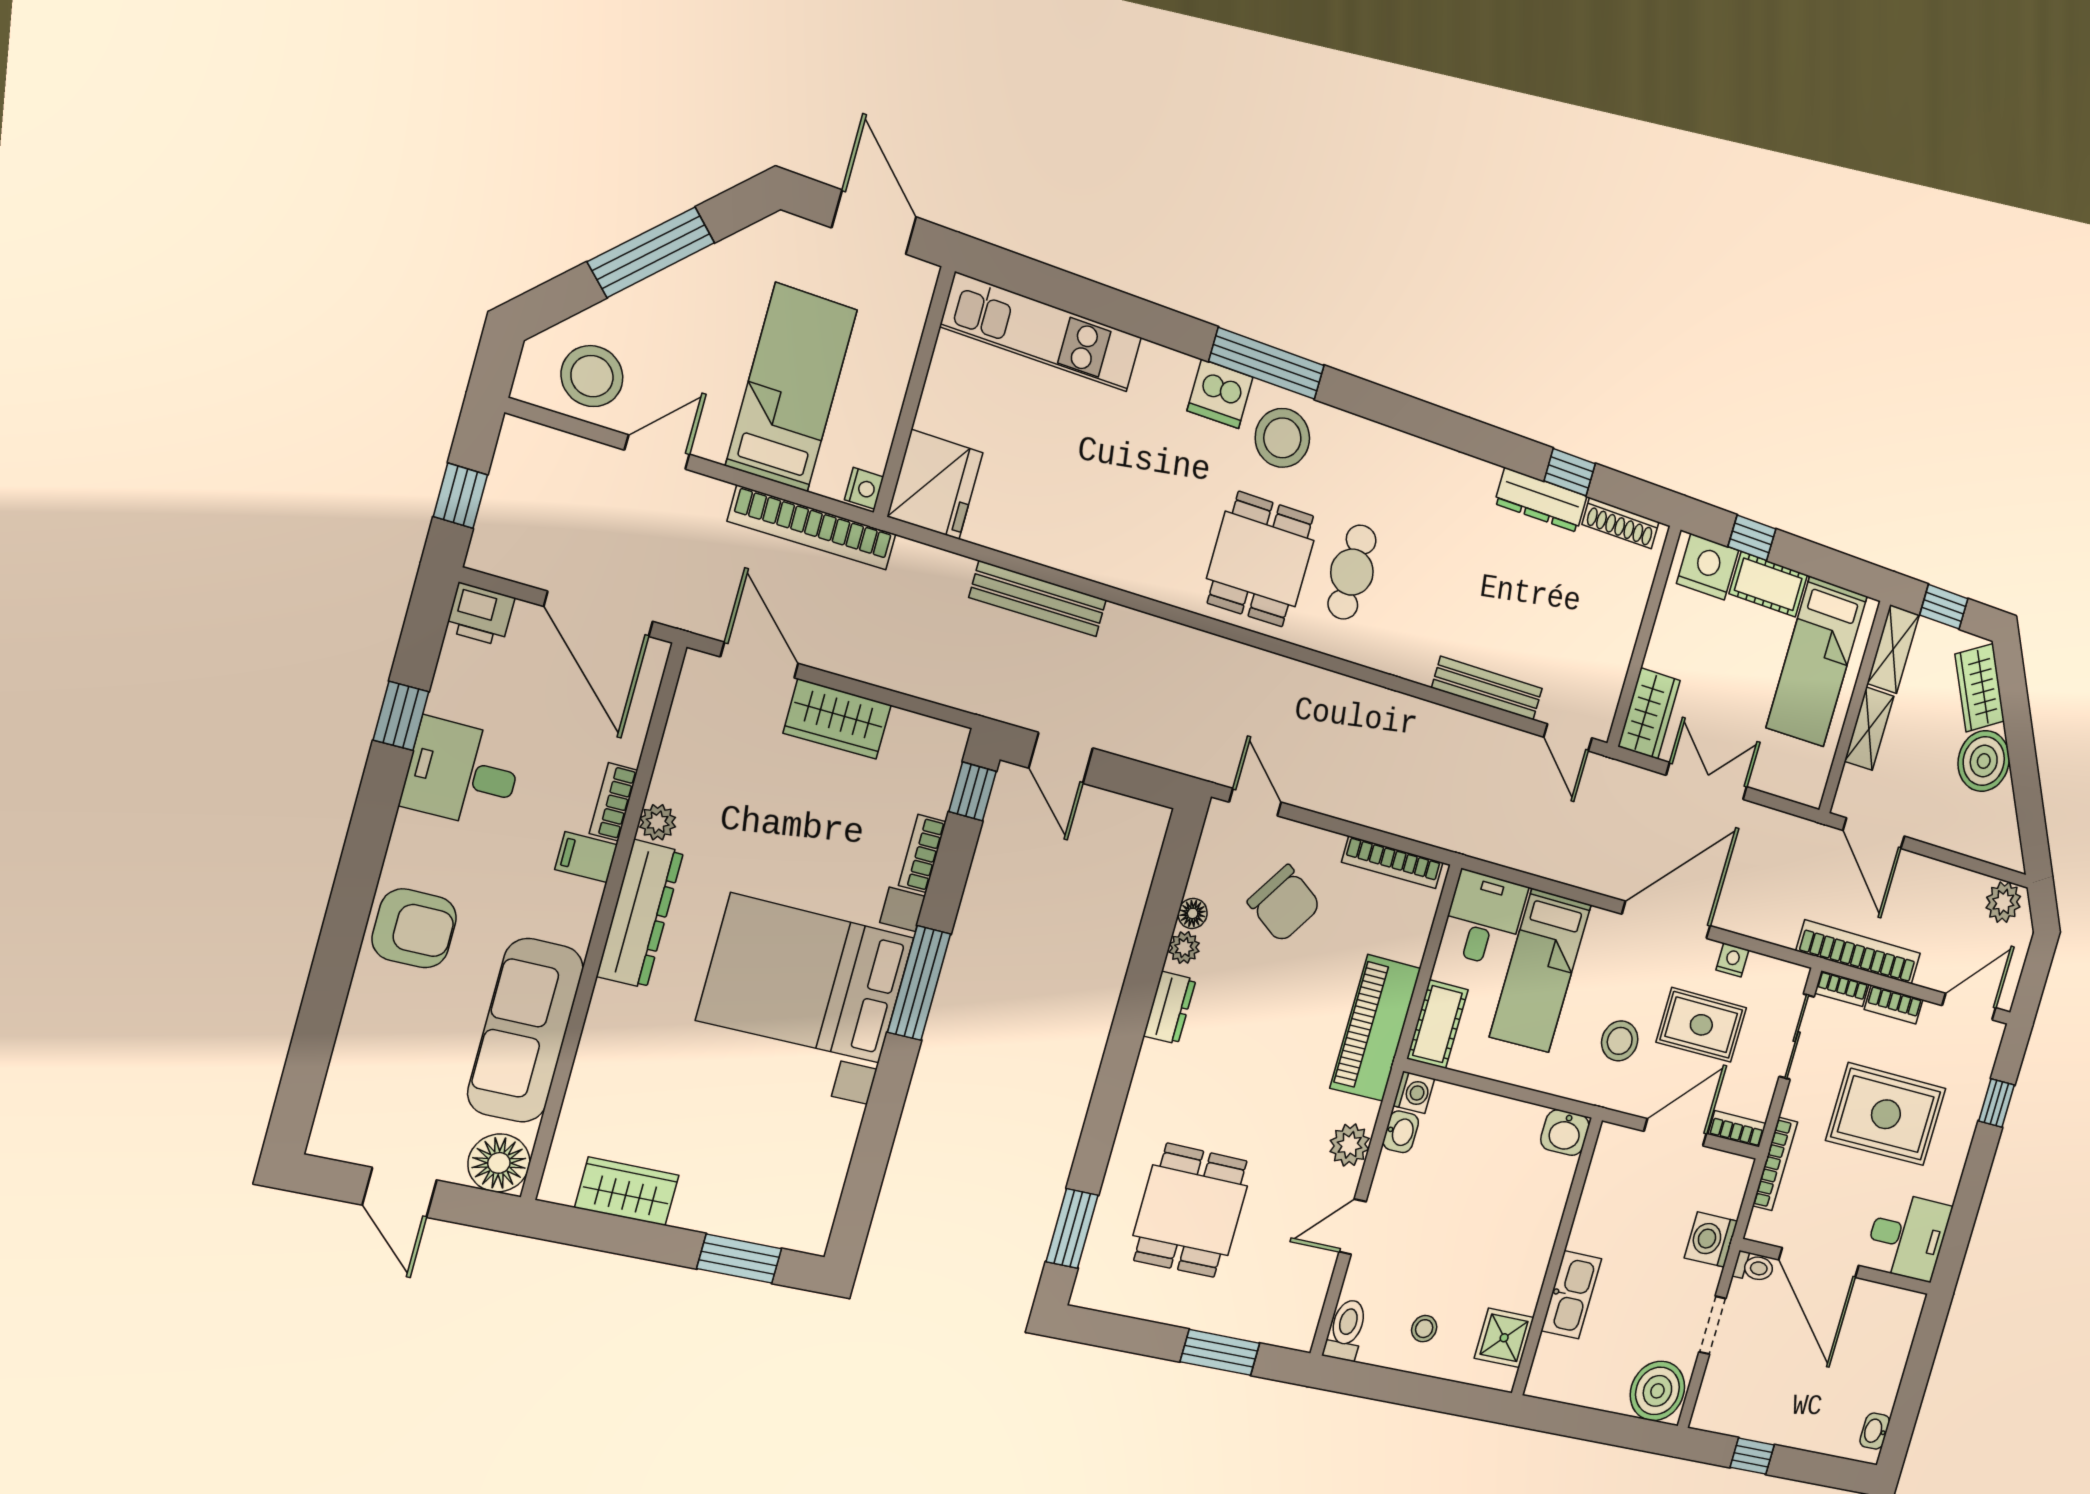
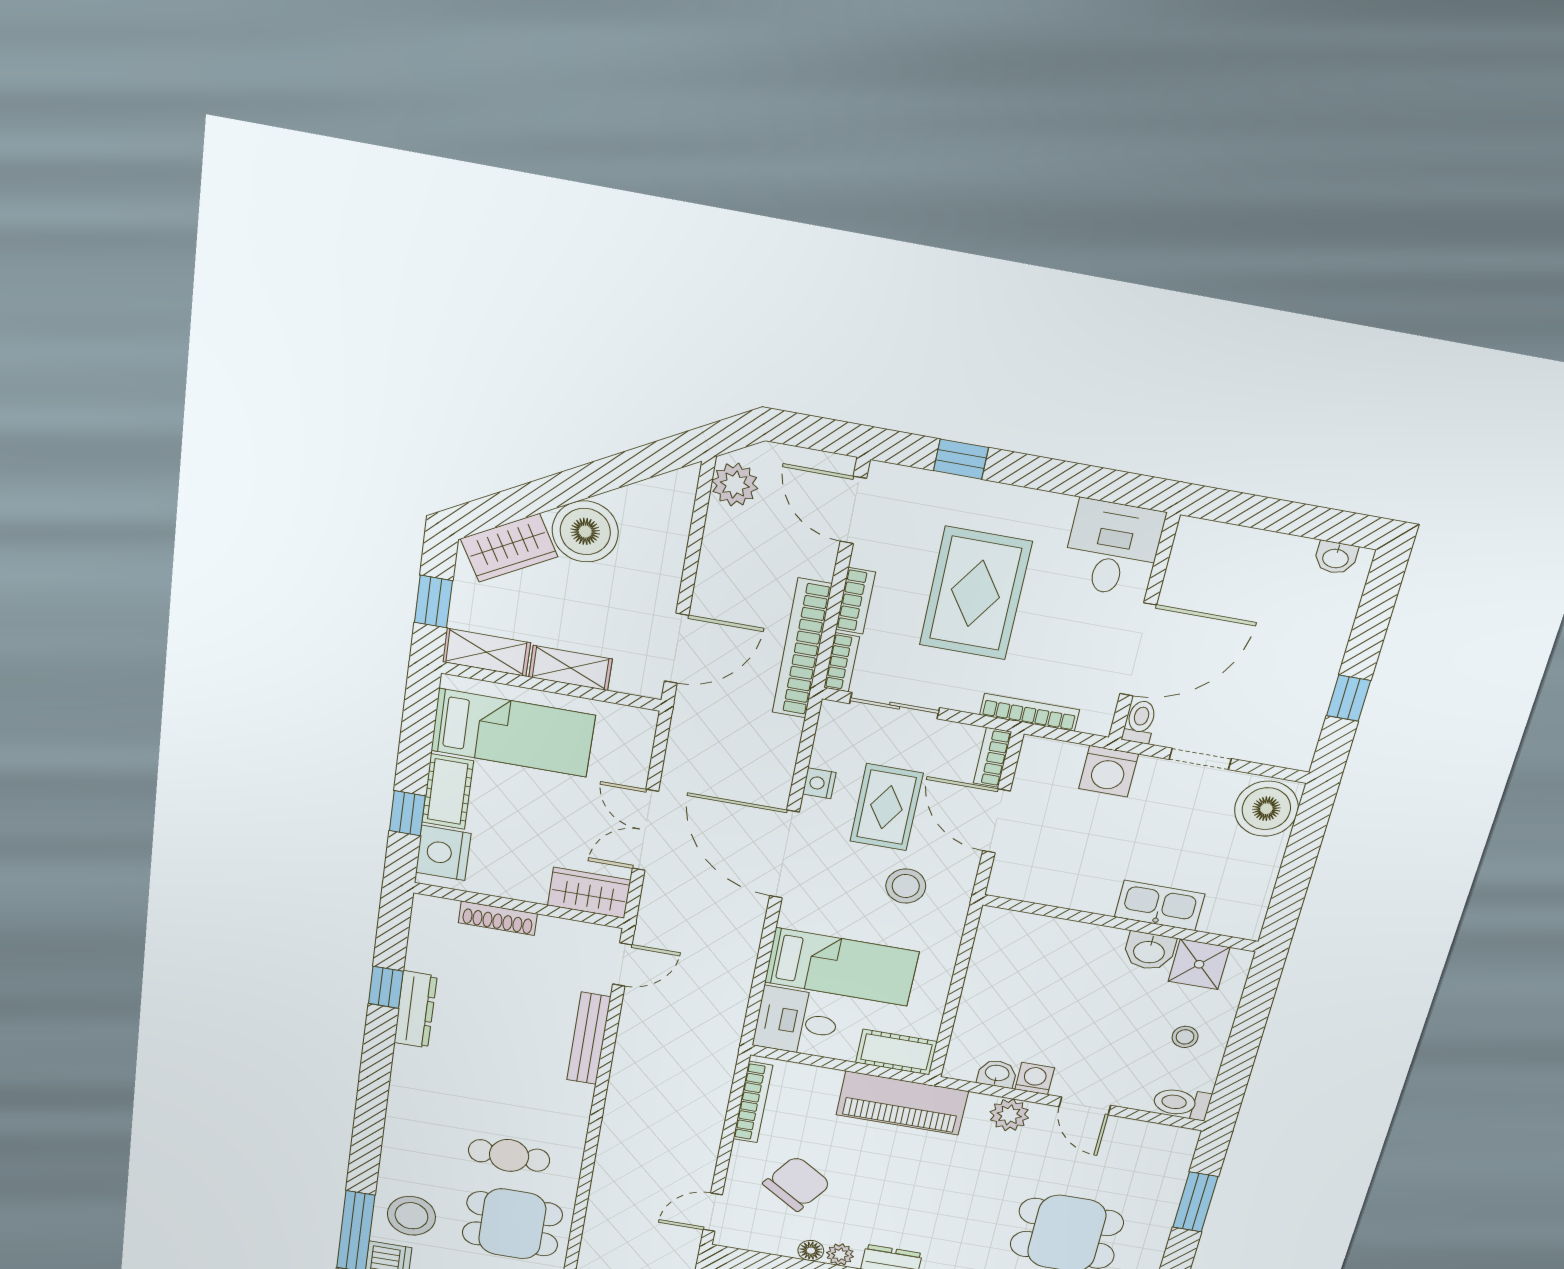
shoe rack: (1621, 523) -> (498, 918), moved, turned 90
washing machine: (1414, 1092) -> (1035, 1079), moved
washbasin: (1565, 1133) -> (1149, 951), moved, turned 90

